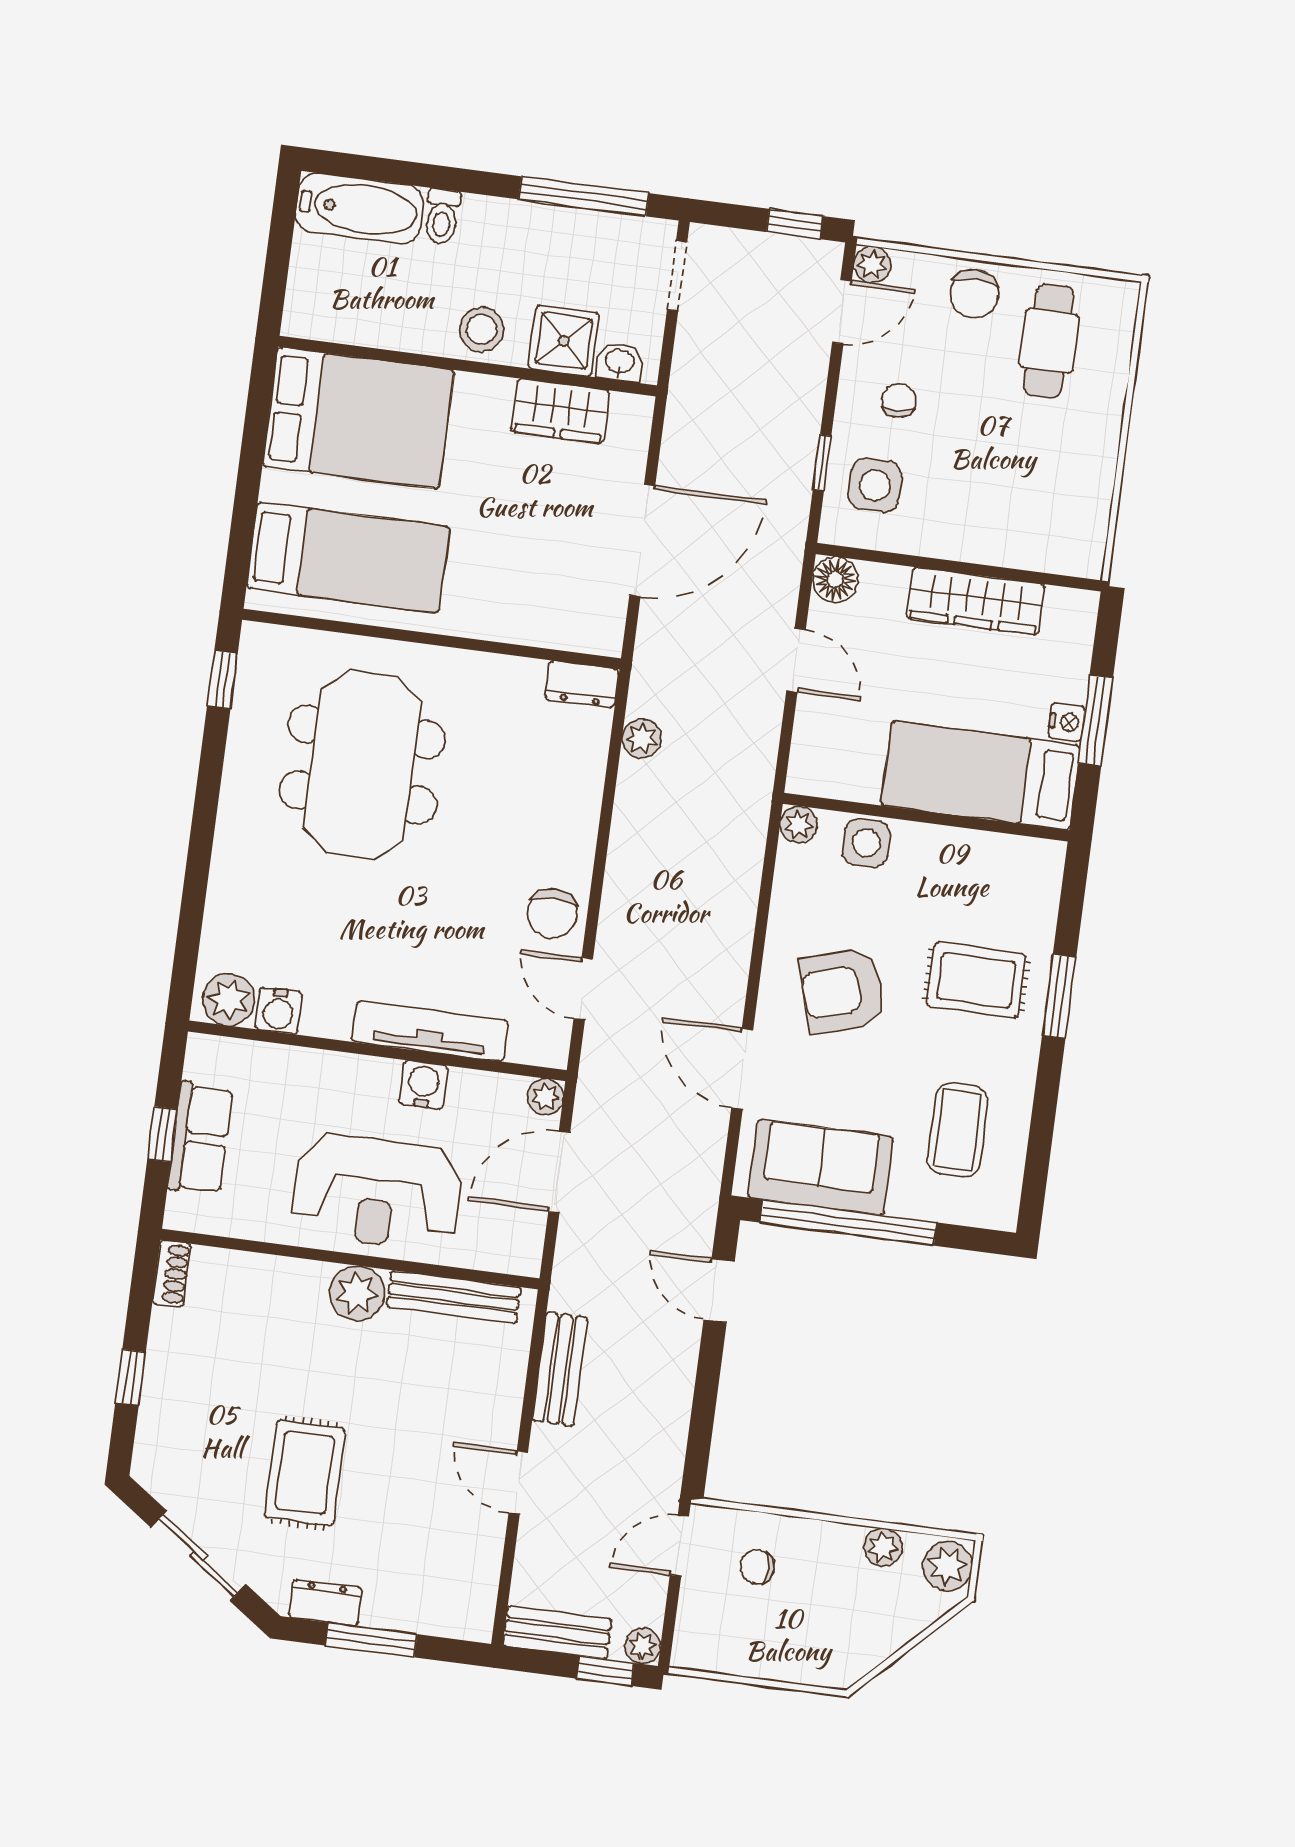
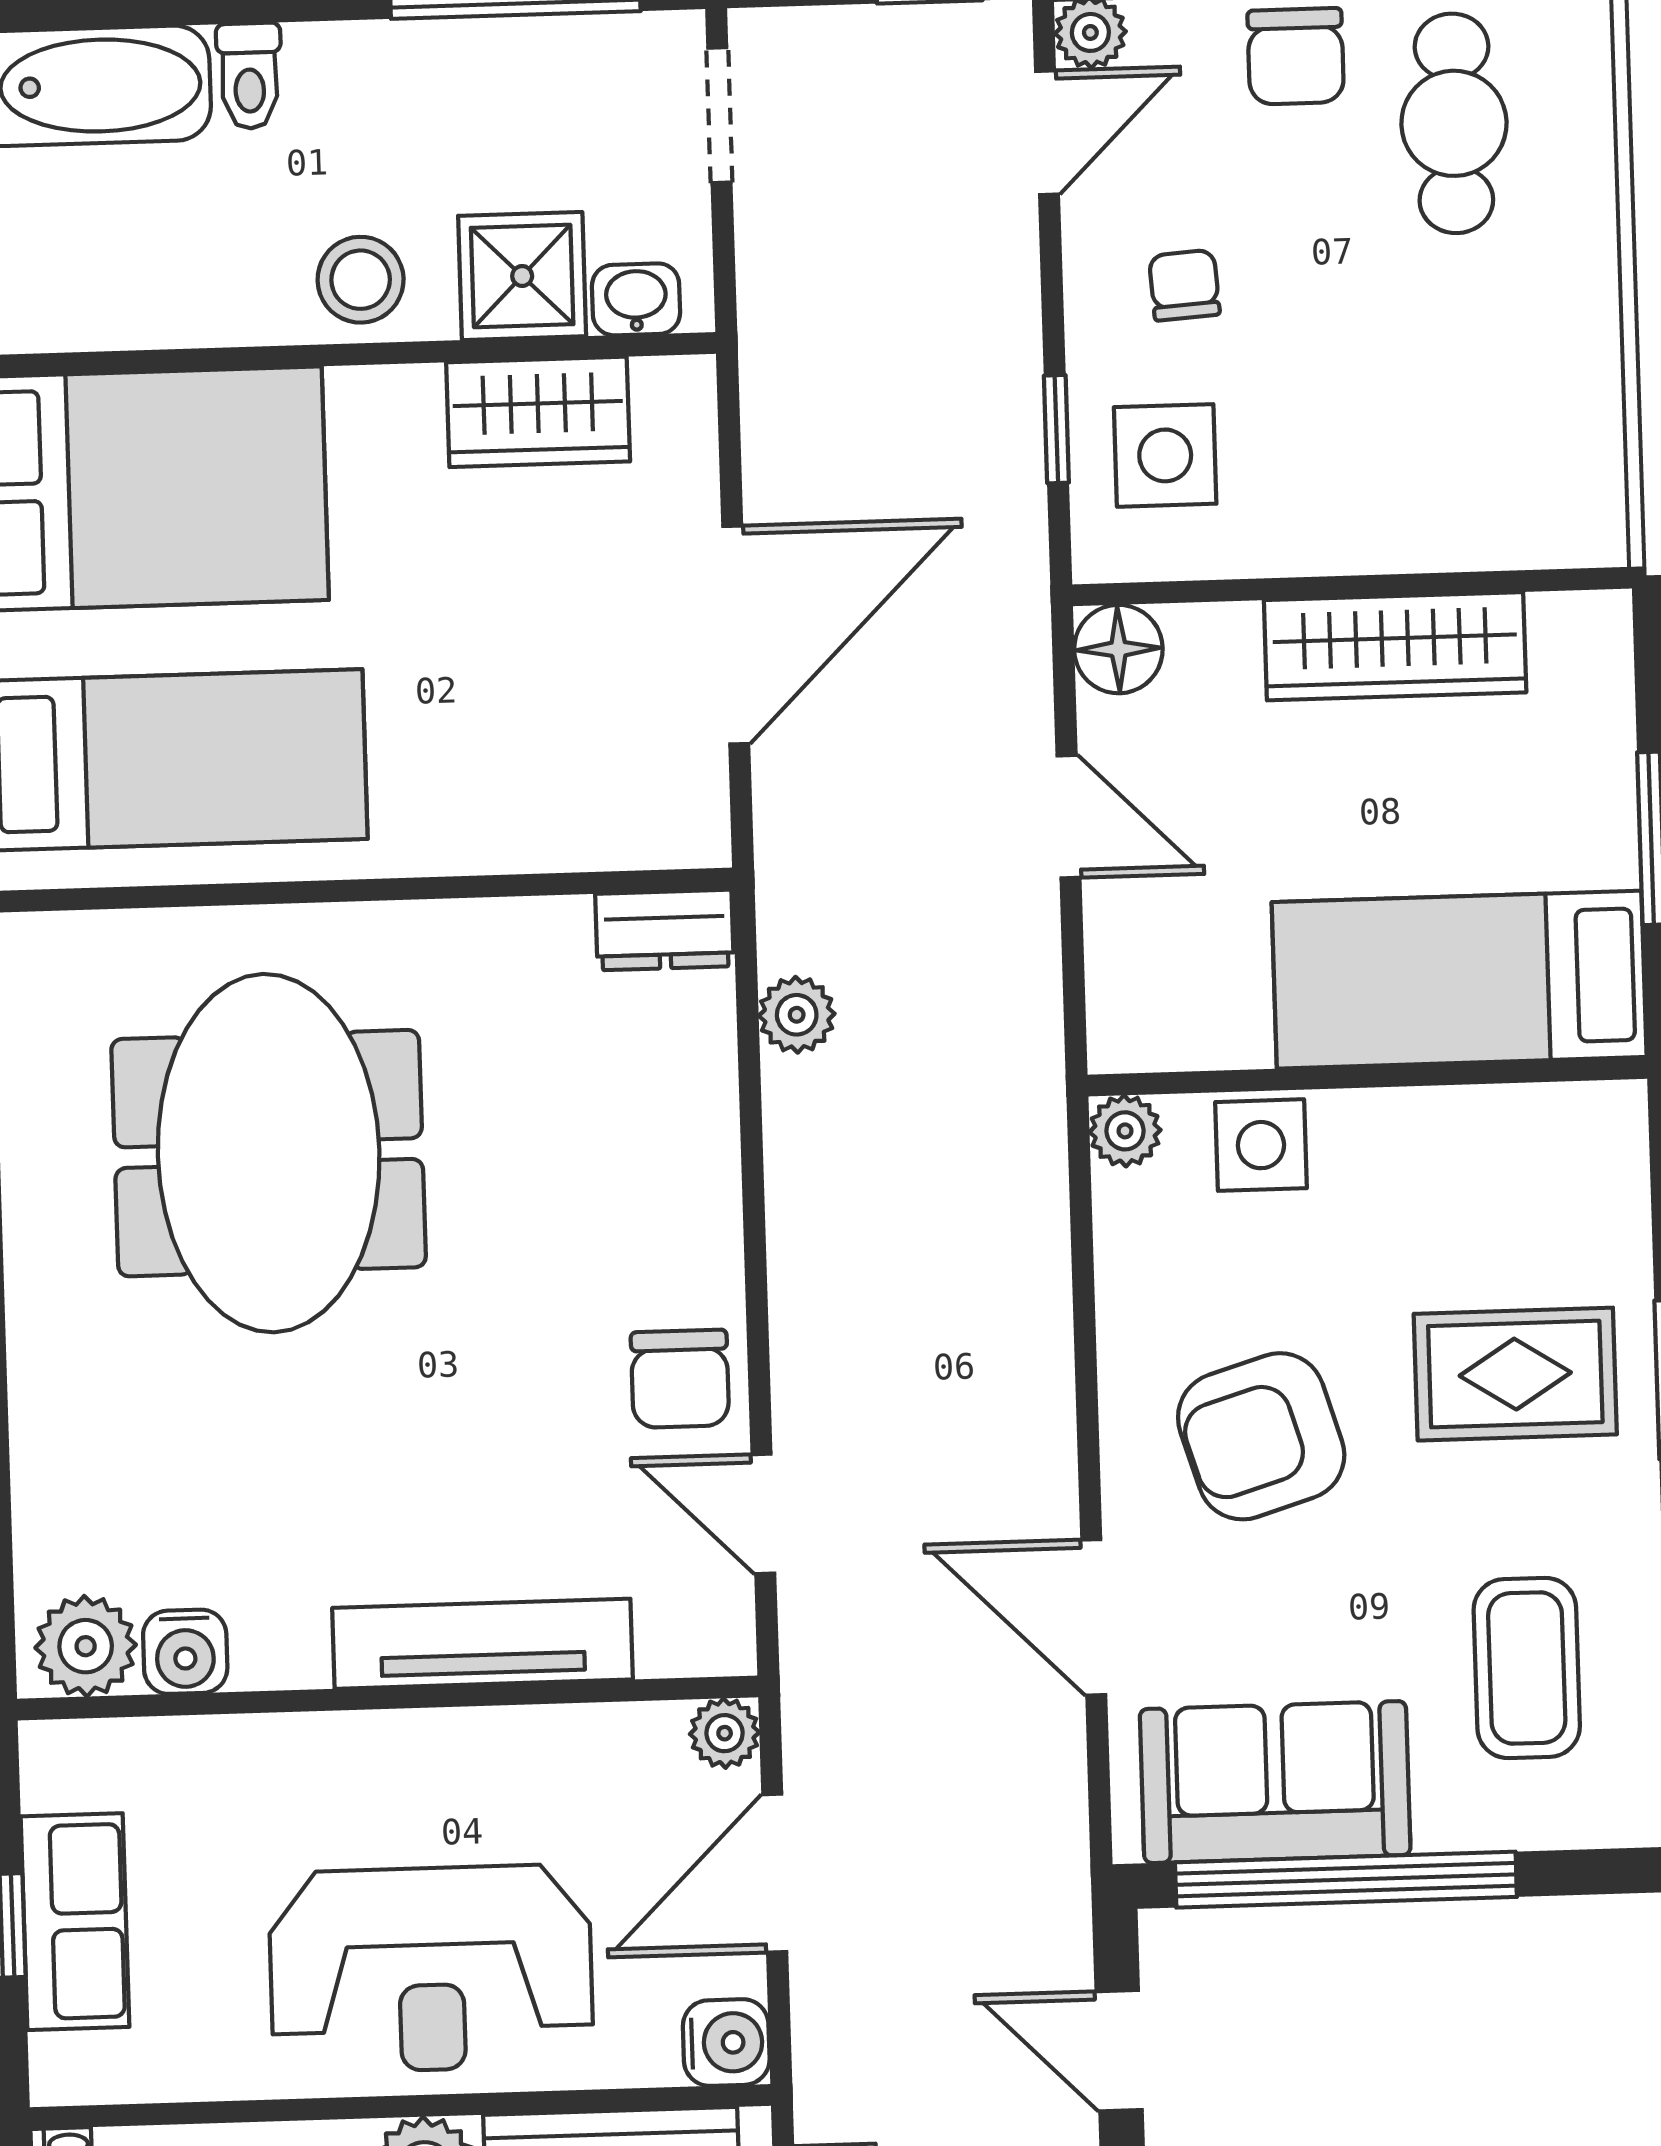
nightstand: (1067, 722) -> (1608, 850), removed
water cooler: (423, 1085) -> (726, 2043), moved, turned 90

